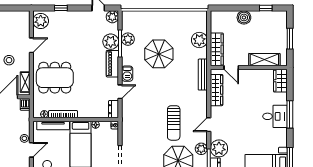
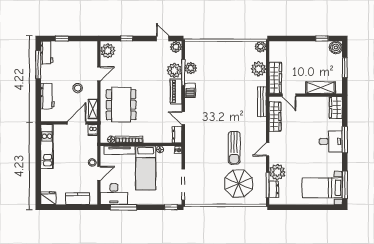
boiler: (244, 17) -> (336, 47), moved
parasol: (159, 54) -> (220, 82), removed
barbecue: (127, 74) -> (190, 90), moved
dining table: (55, 78) -> (121, 105), turned 90
door: (120, 92) -> (183, 118), swing flipped
plant: (201, 149) -> (260, 47), moved

